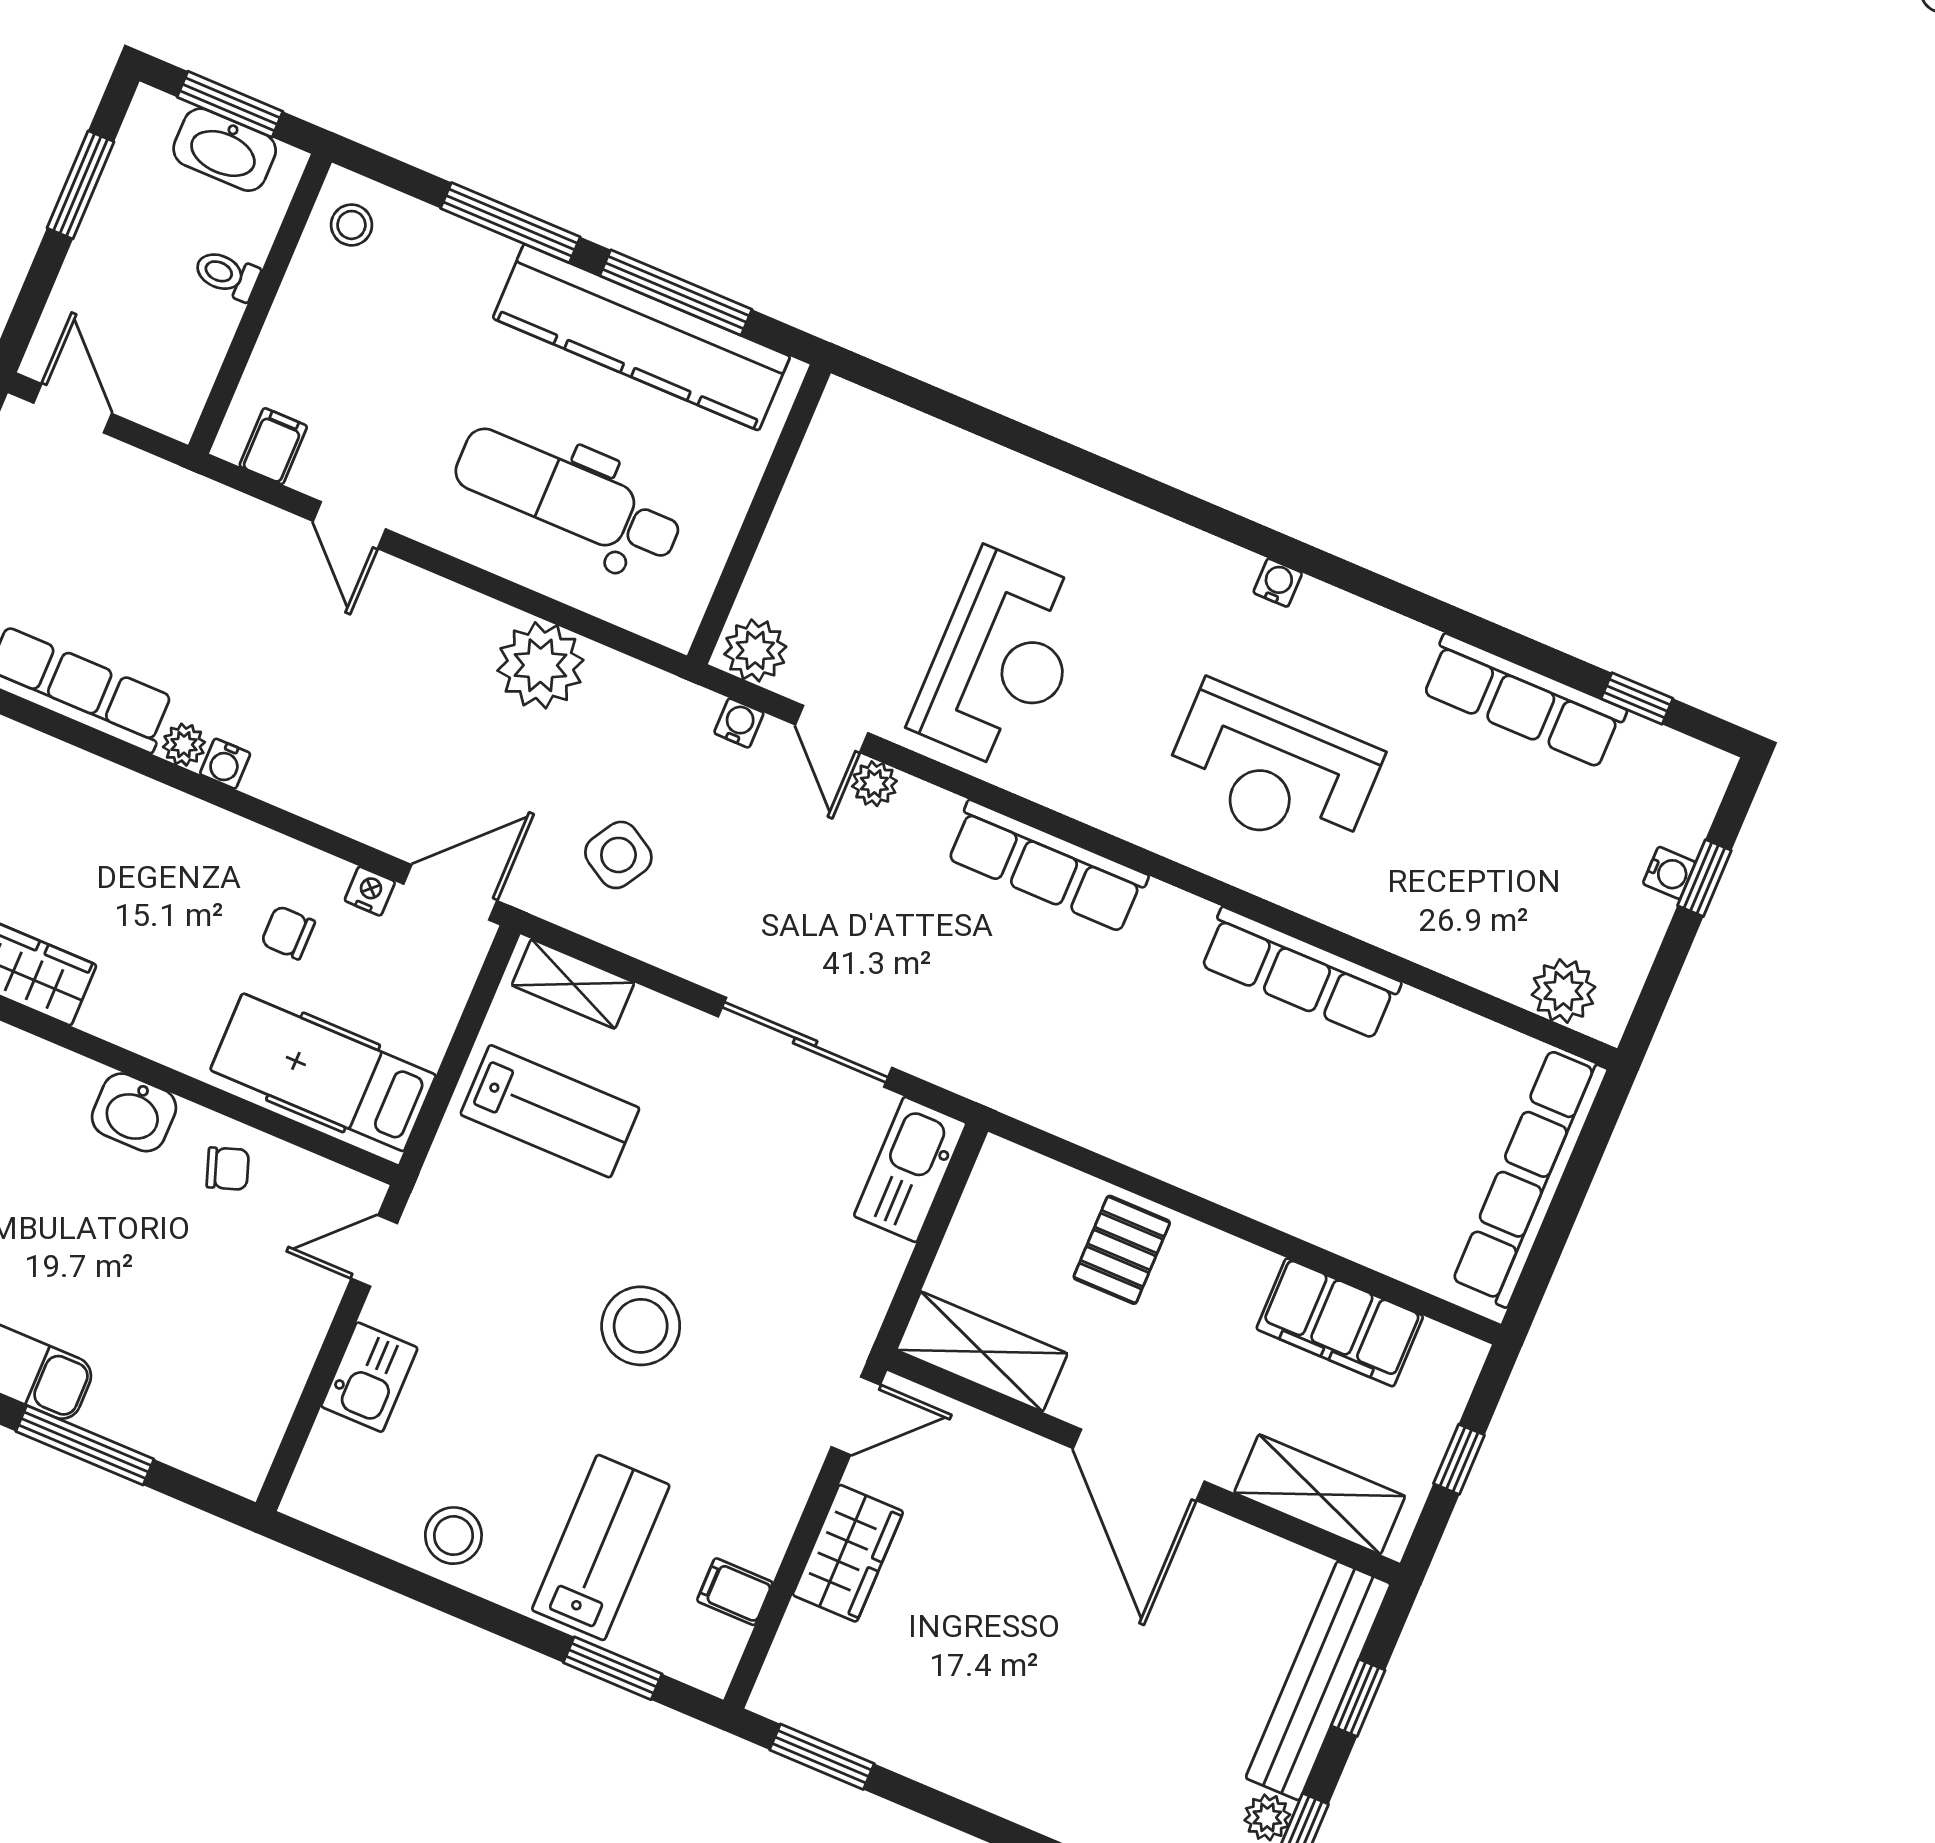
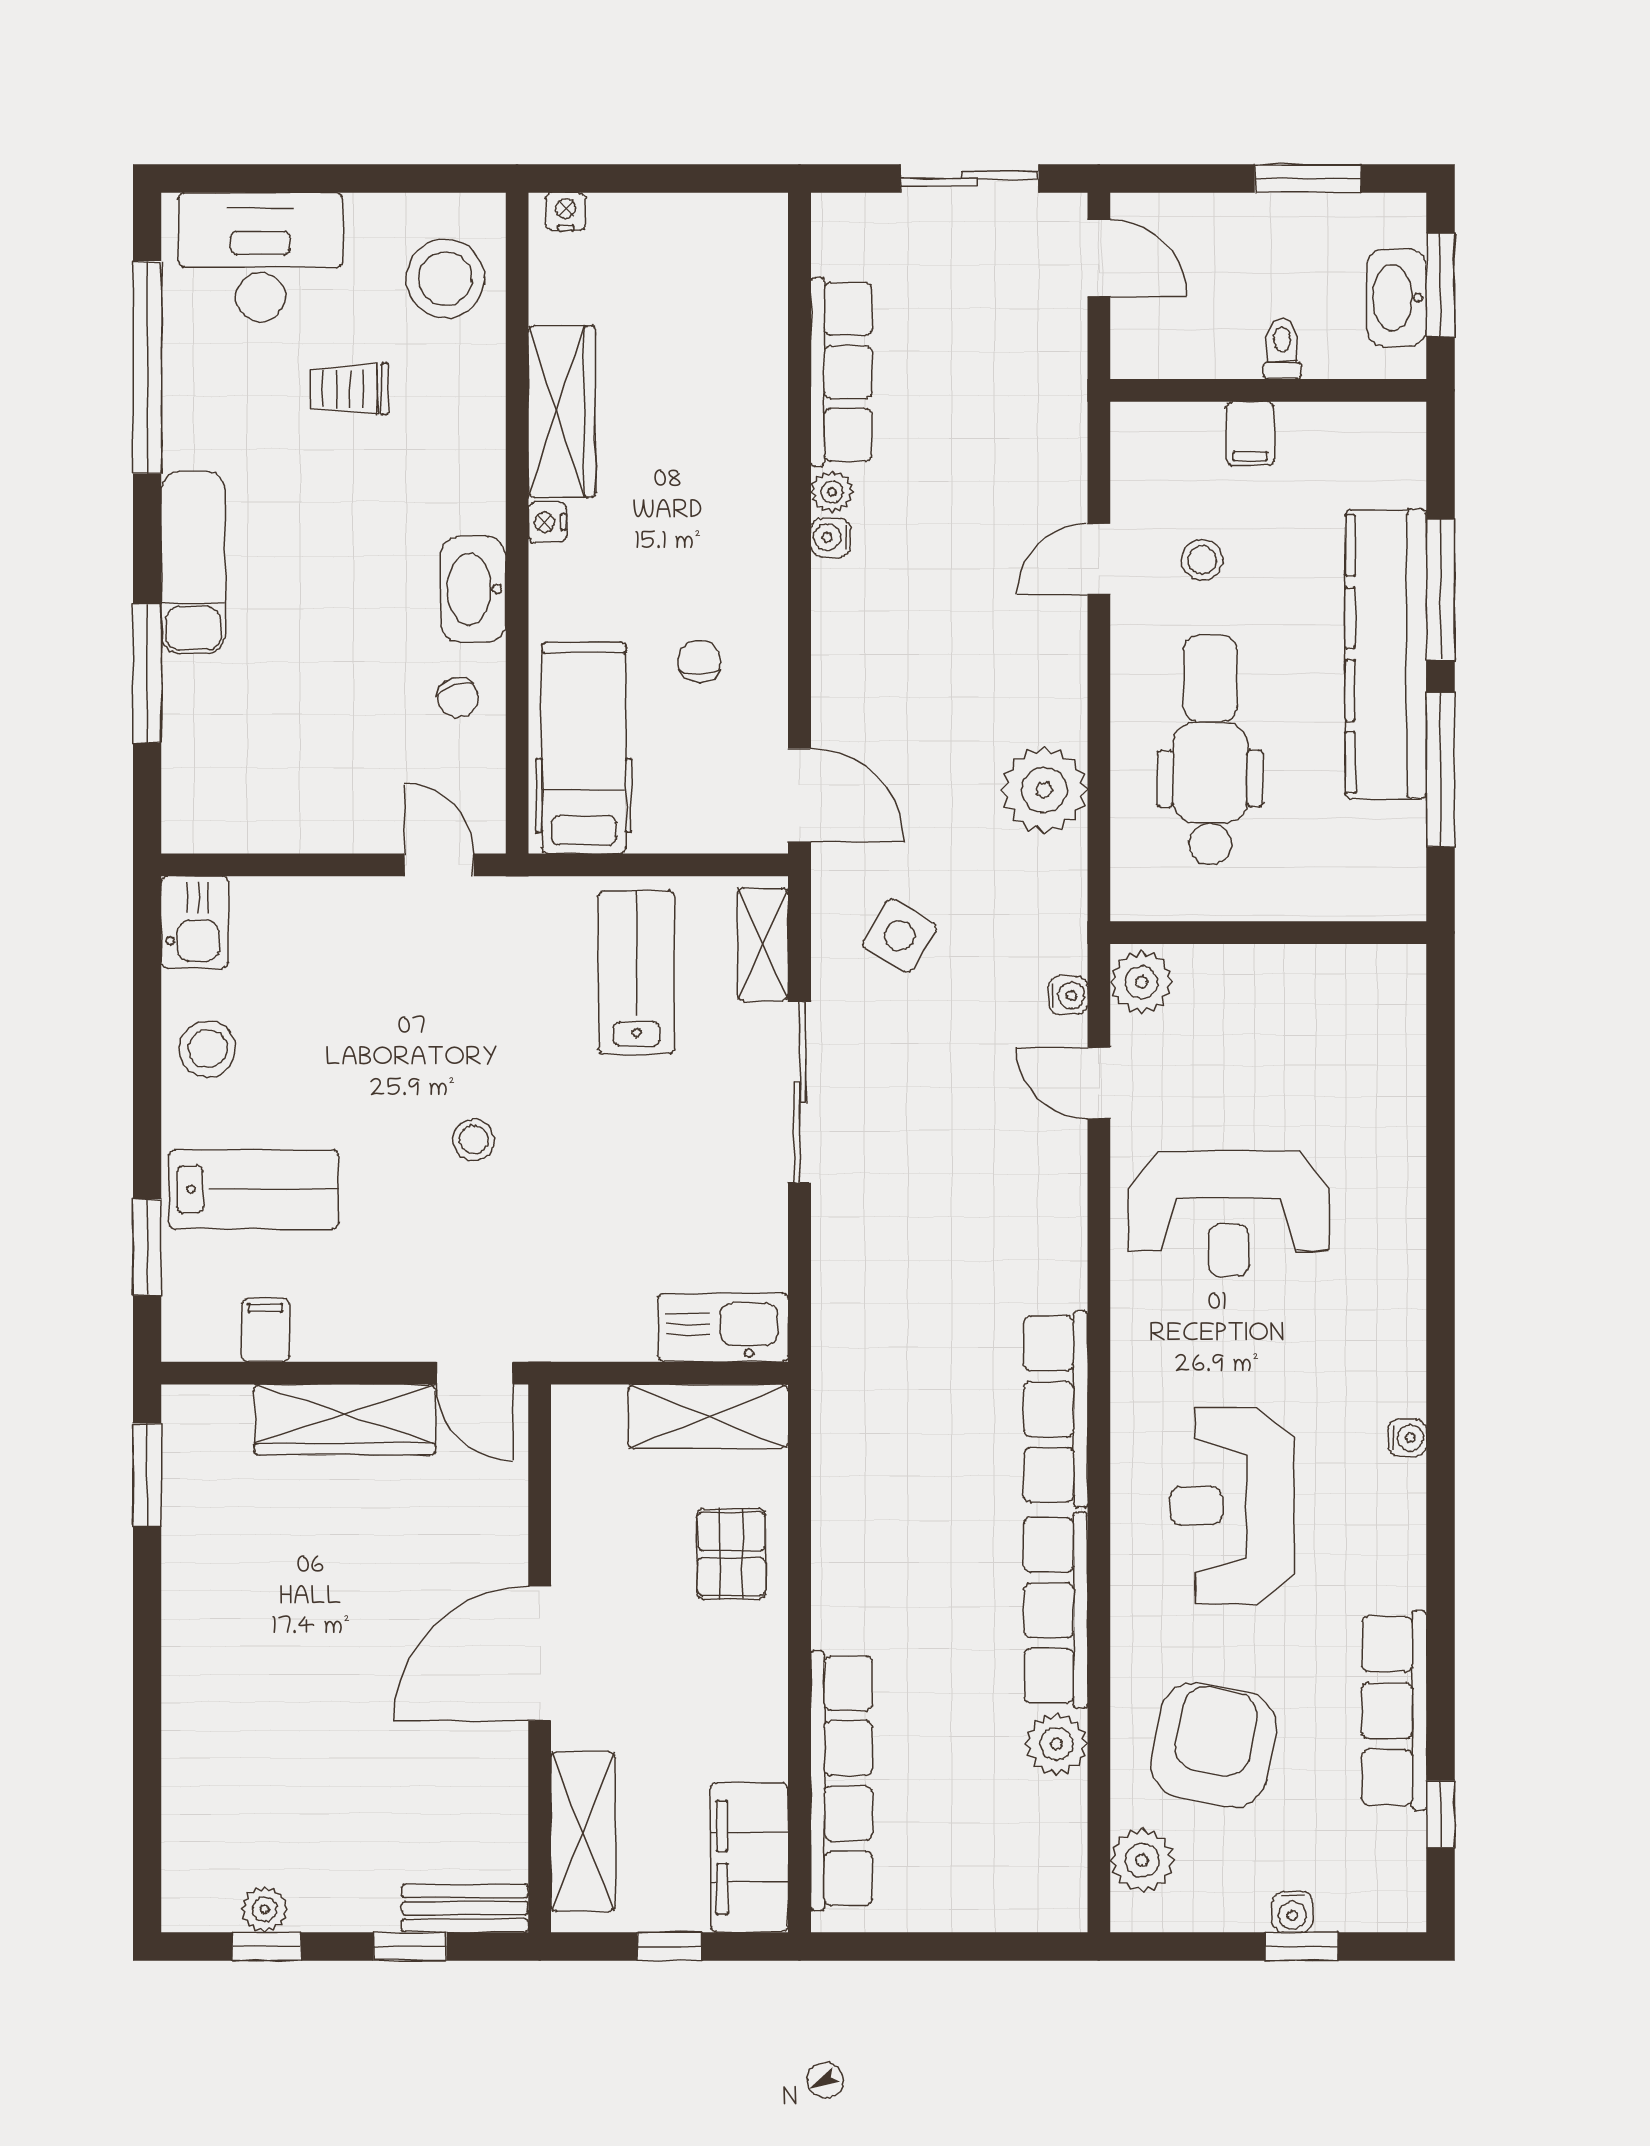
stool: (351, 225) -> (1202, 560), moved
kitchen counter: (641, 337) -> (1386, 654), moved
door: (73, 408) -> (1099, 258), hinge flipped
filing cabinet: (273, 446) -> (1250, 434), moved, turned 90
door: (832, 729) -> (1099, 1083), hinge flipped
plant: (874, 784) -> (1057, 1744), moved, width x1.38, depth x1.38
row of seats: (1047, 866) -> (1056, 1409), moved
armchair: (1485, 880) -> (1214, 1745), added
nightstand: (370, 891) -> (547, 522), moved, turned 180
sliding door: (805, 1042) -> (800, 1092), moved
lab bench: (550, 1111) -> (636, 972), turned 180
washbasin: (134, 1112) -> (473, 589), width x1.38
row of seats: (1529, 1177) -> (842, 1781), moved, turned 90
pallet: (1122, 1250) -> (731, 1554), turned 90
filing cabinet: (1340, 1322) -> (749, 1857), moved
stool: (641, 1326) -> (474, 1140), width x0.53, depth x0.53
shelving: (982, 1352) -> (708, 1416), moved, turned 90
kitchen sink: (369, 1377) -> (195, 922), moved, turned -90
wardrobe: (848, 1553) -> (345, 1419), width x1.50
bench: (1318, 1681) -> (465, 1908), width x0.54, depth x0.82

